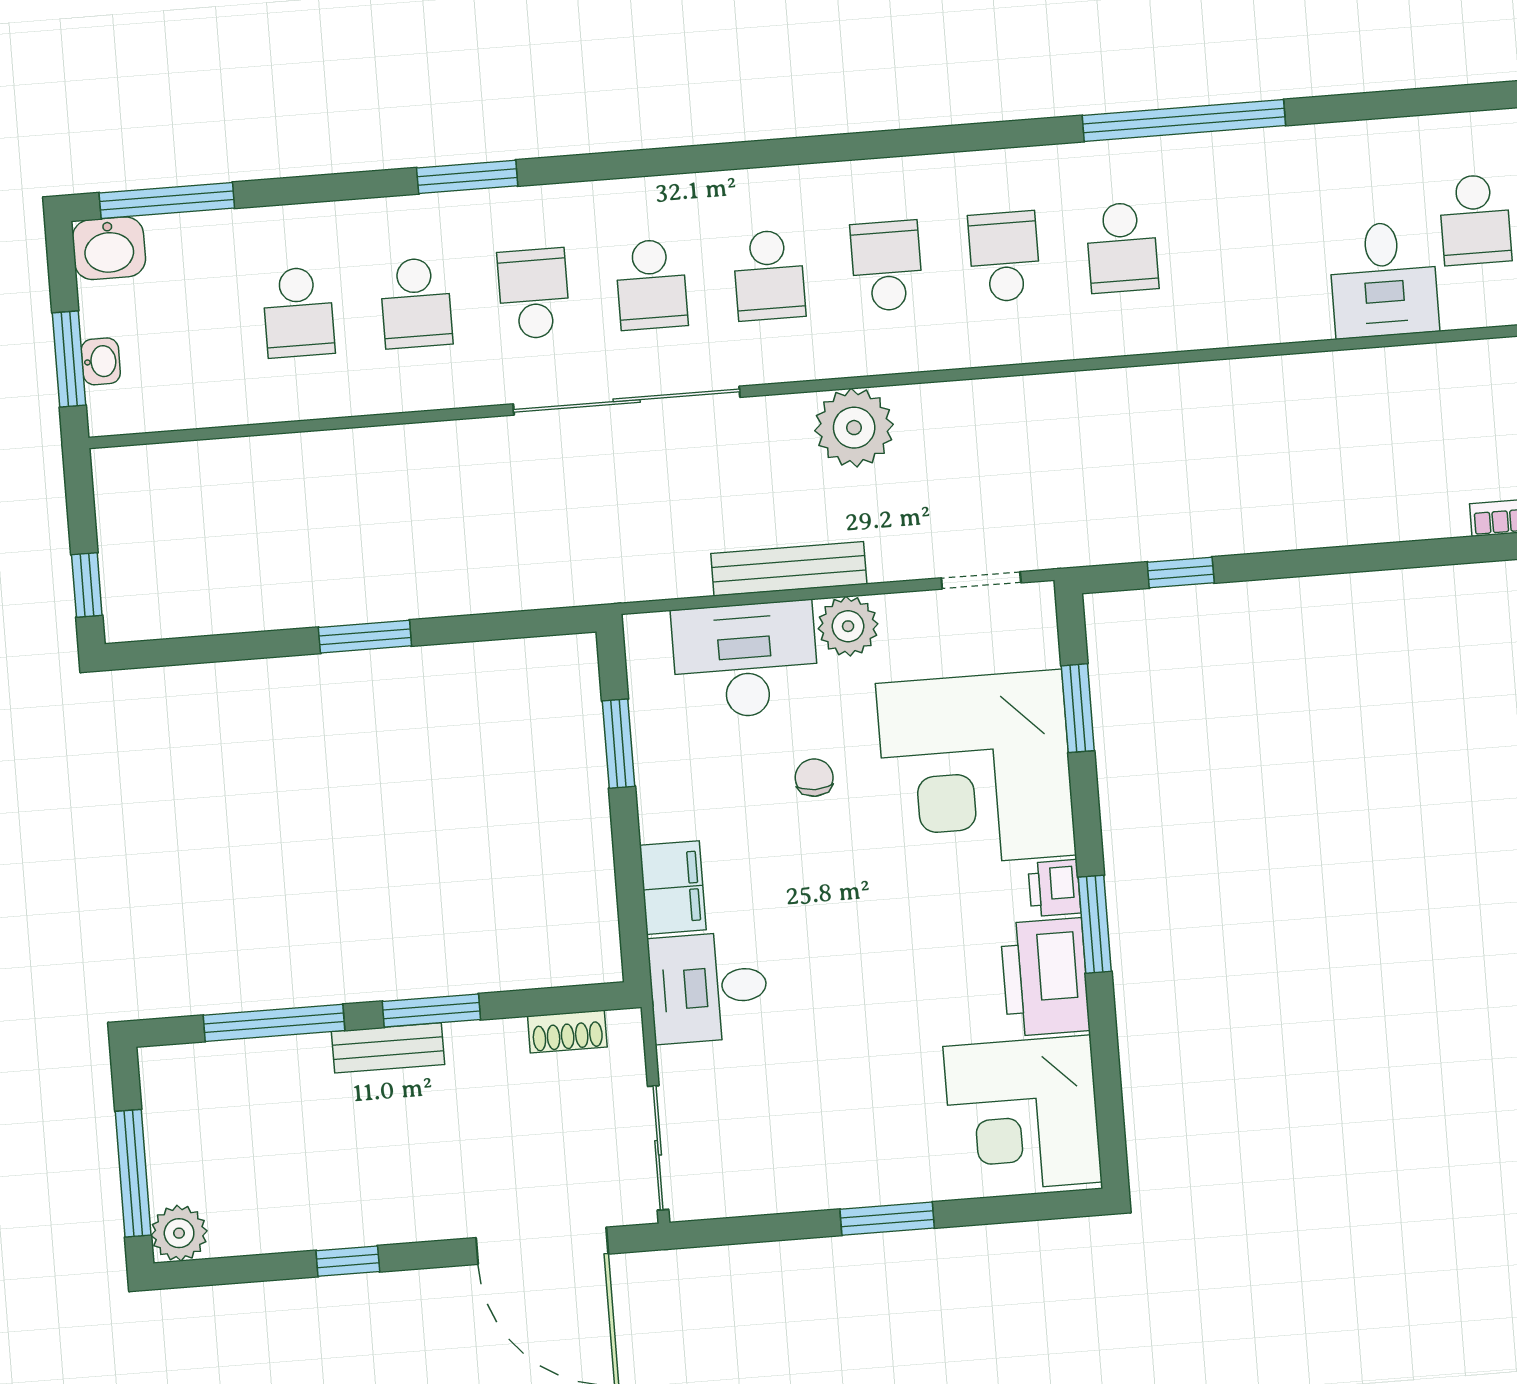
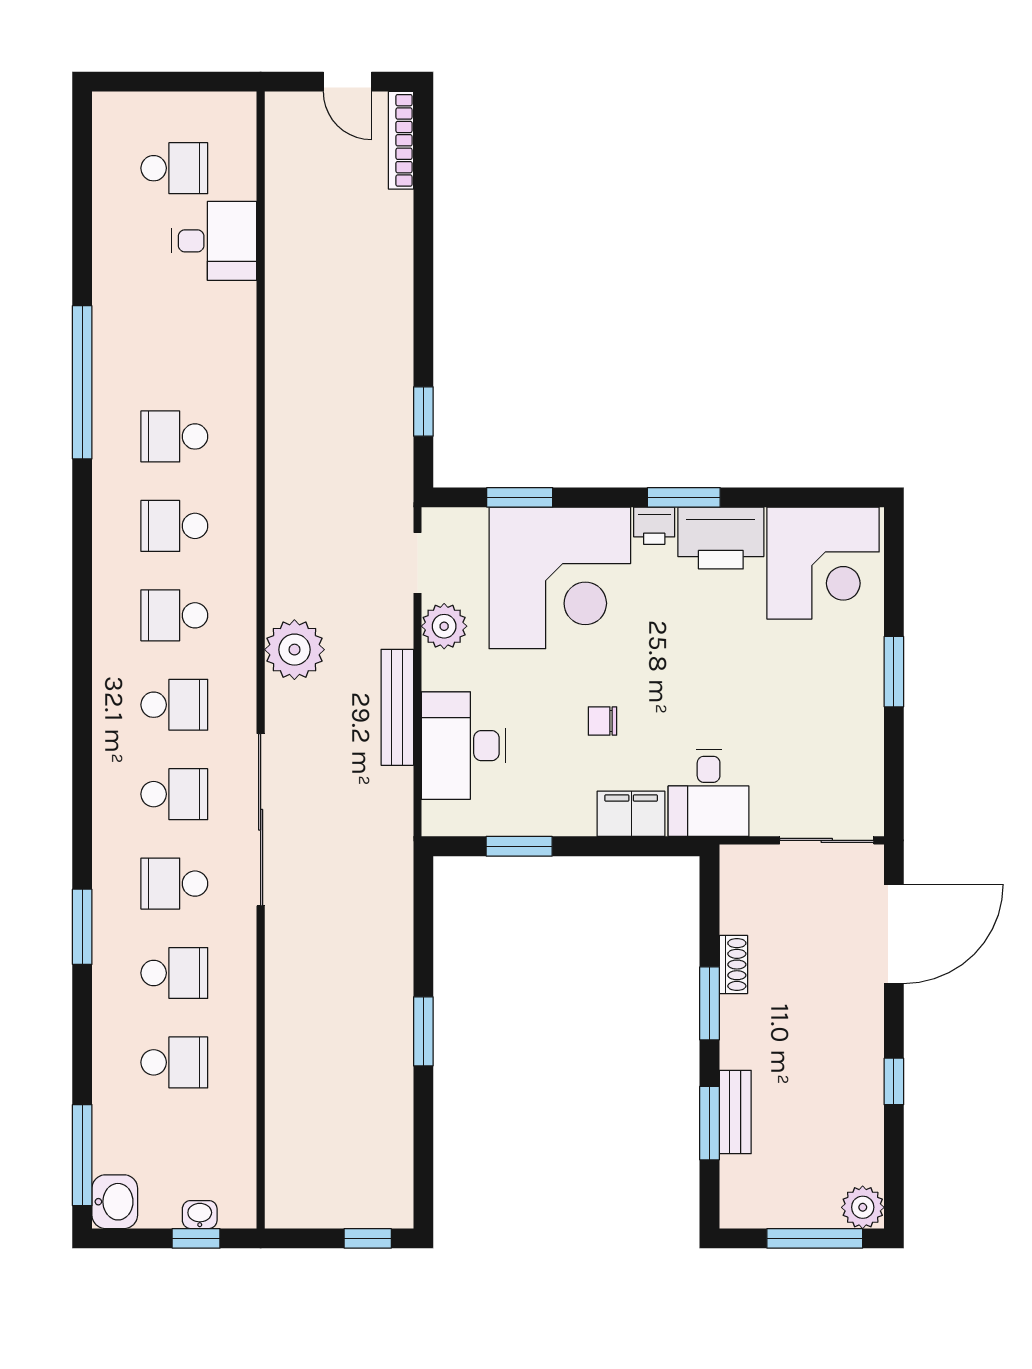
school desk: (1122, 247) -> (174, 436), turned 180
window: (69, 359) -> (196, 1238), width x0.67
plant: (848, 626) -> (444, 626), moved
chair: (814, 778) -> (603, 721), moved
window: (274, 1023) -> (710, 1123), width x0.69
shoe rack: (567, 1031) -> (733, 965), moved
bench: (388, 1048) -> (735, 1112), moved

